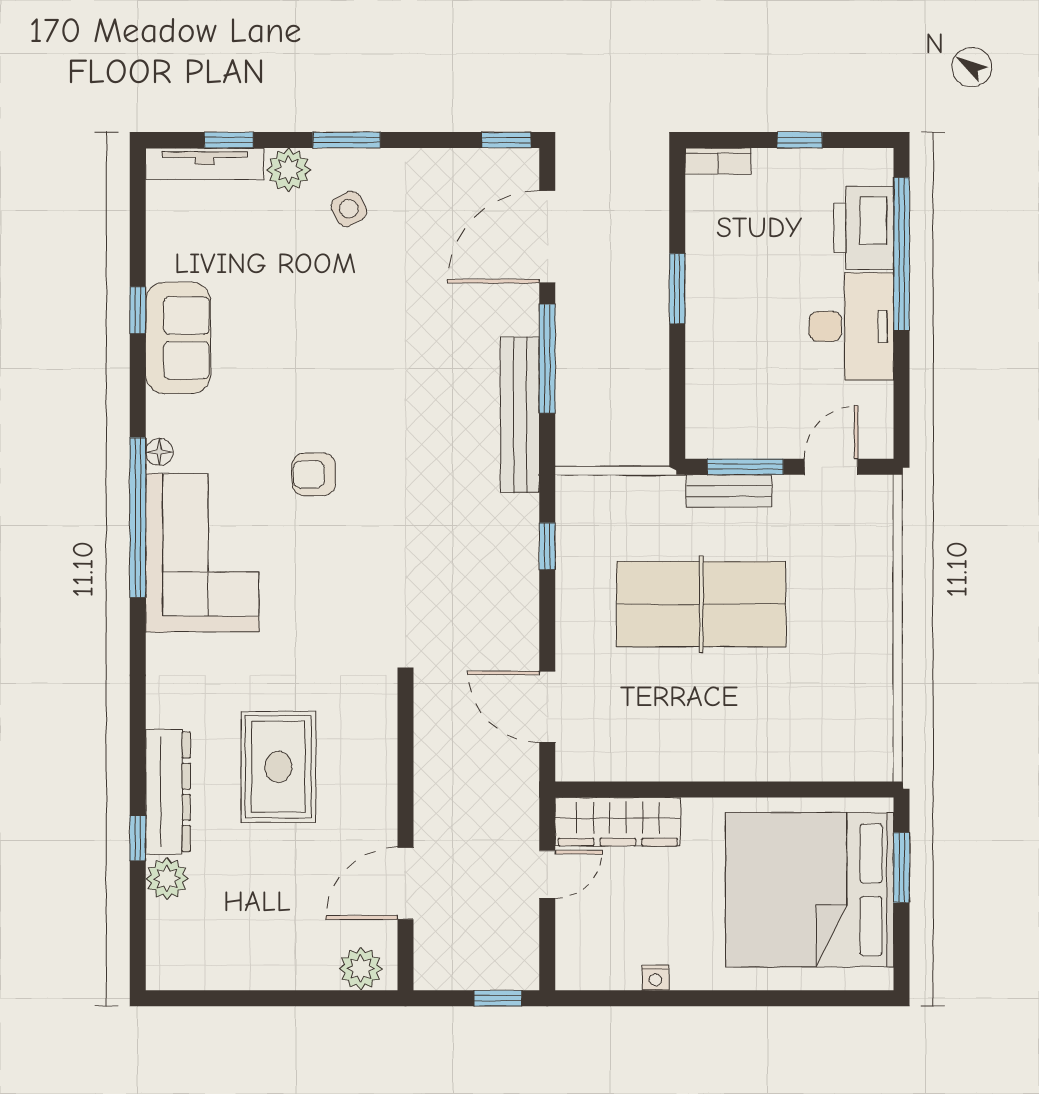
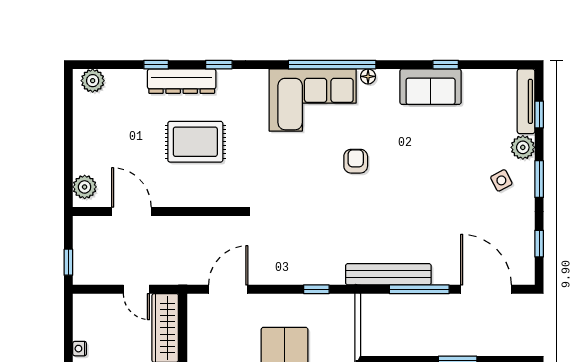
window: (506, 140) -> (539, 244), moved
window: (138, 724) -> (219, 65), added
plant: (167, 879) -> (93, 81), moved

